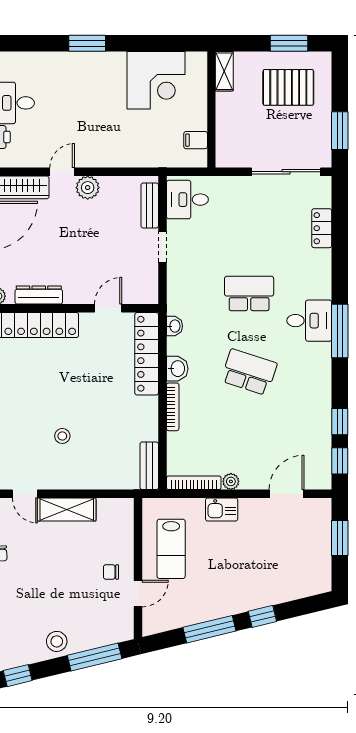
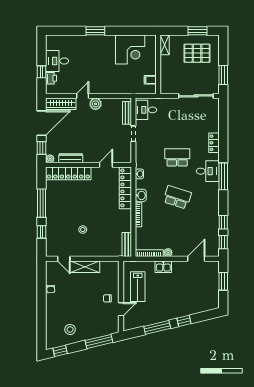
locker: (322, 228) -> (214, 143), moved
stool: (57, 641) -> (70, 329), moved

